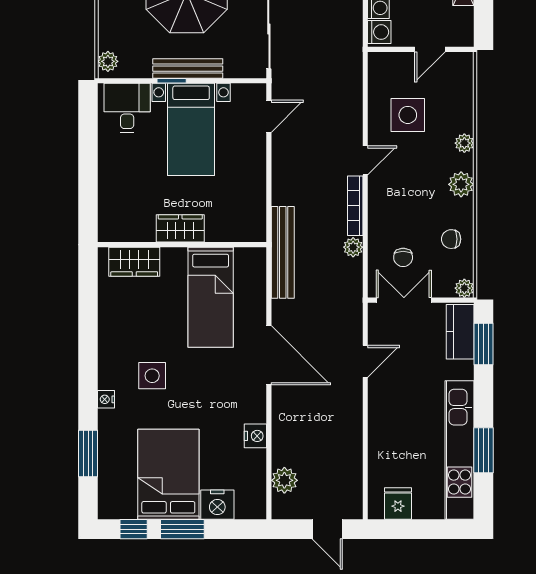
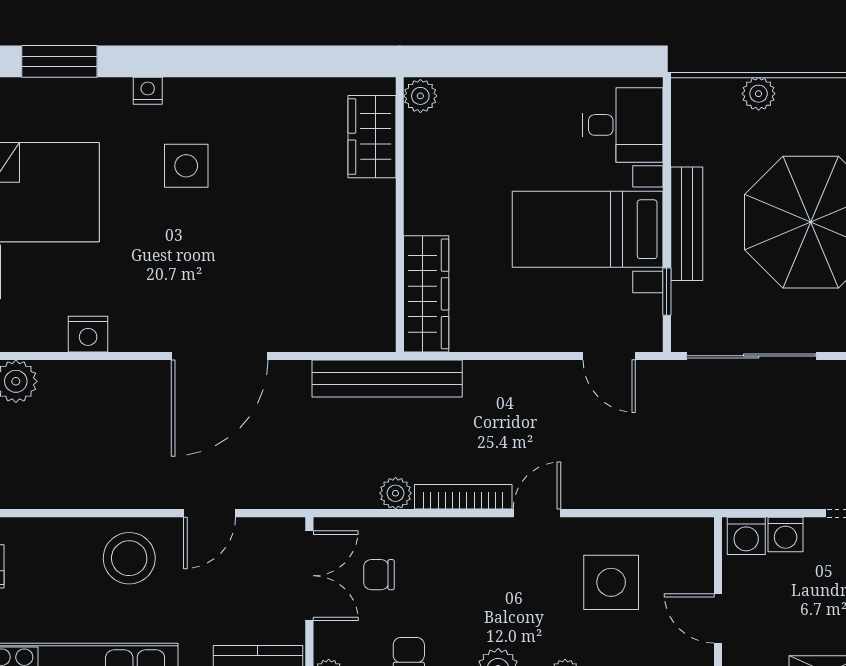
plant: (108, 61) -> (759, 94), moved
window: (172, 81) -> (667, 292), moved
door: (365, 160) -> (537, 513), swing flipped
wardrobe: (180, 228) -> (426, 294), moved, width x1.50
plant: (109, 232) -> (420, 96), added
bed: (211, 297) -> (314, 261), removed
door: (365, 361) -> (210, 513), hinge flipped
stool: (393, 411) -> (129, 558), added

